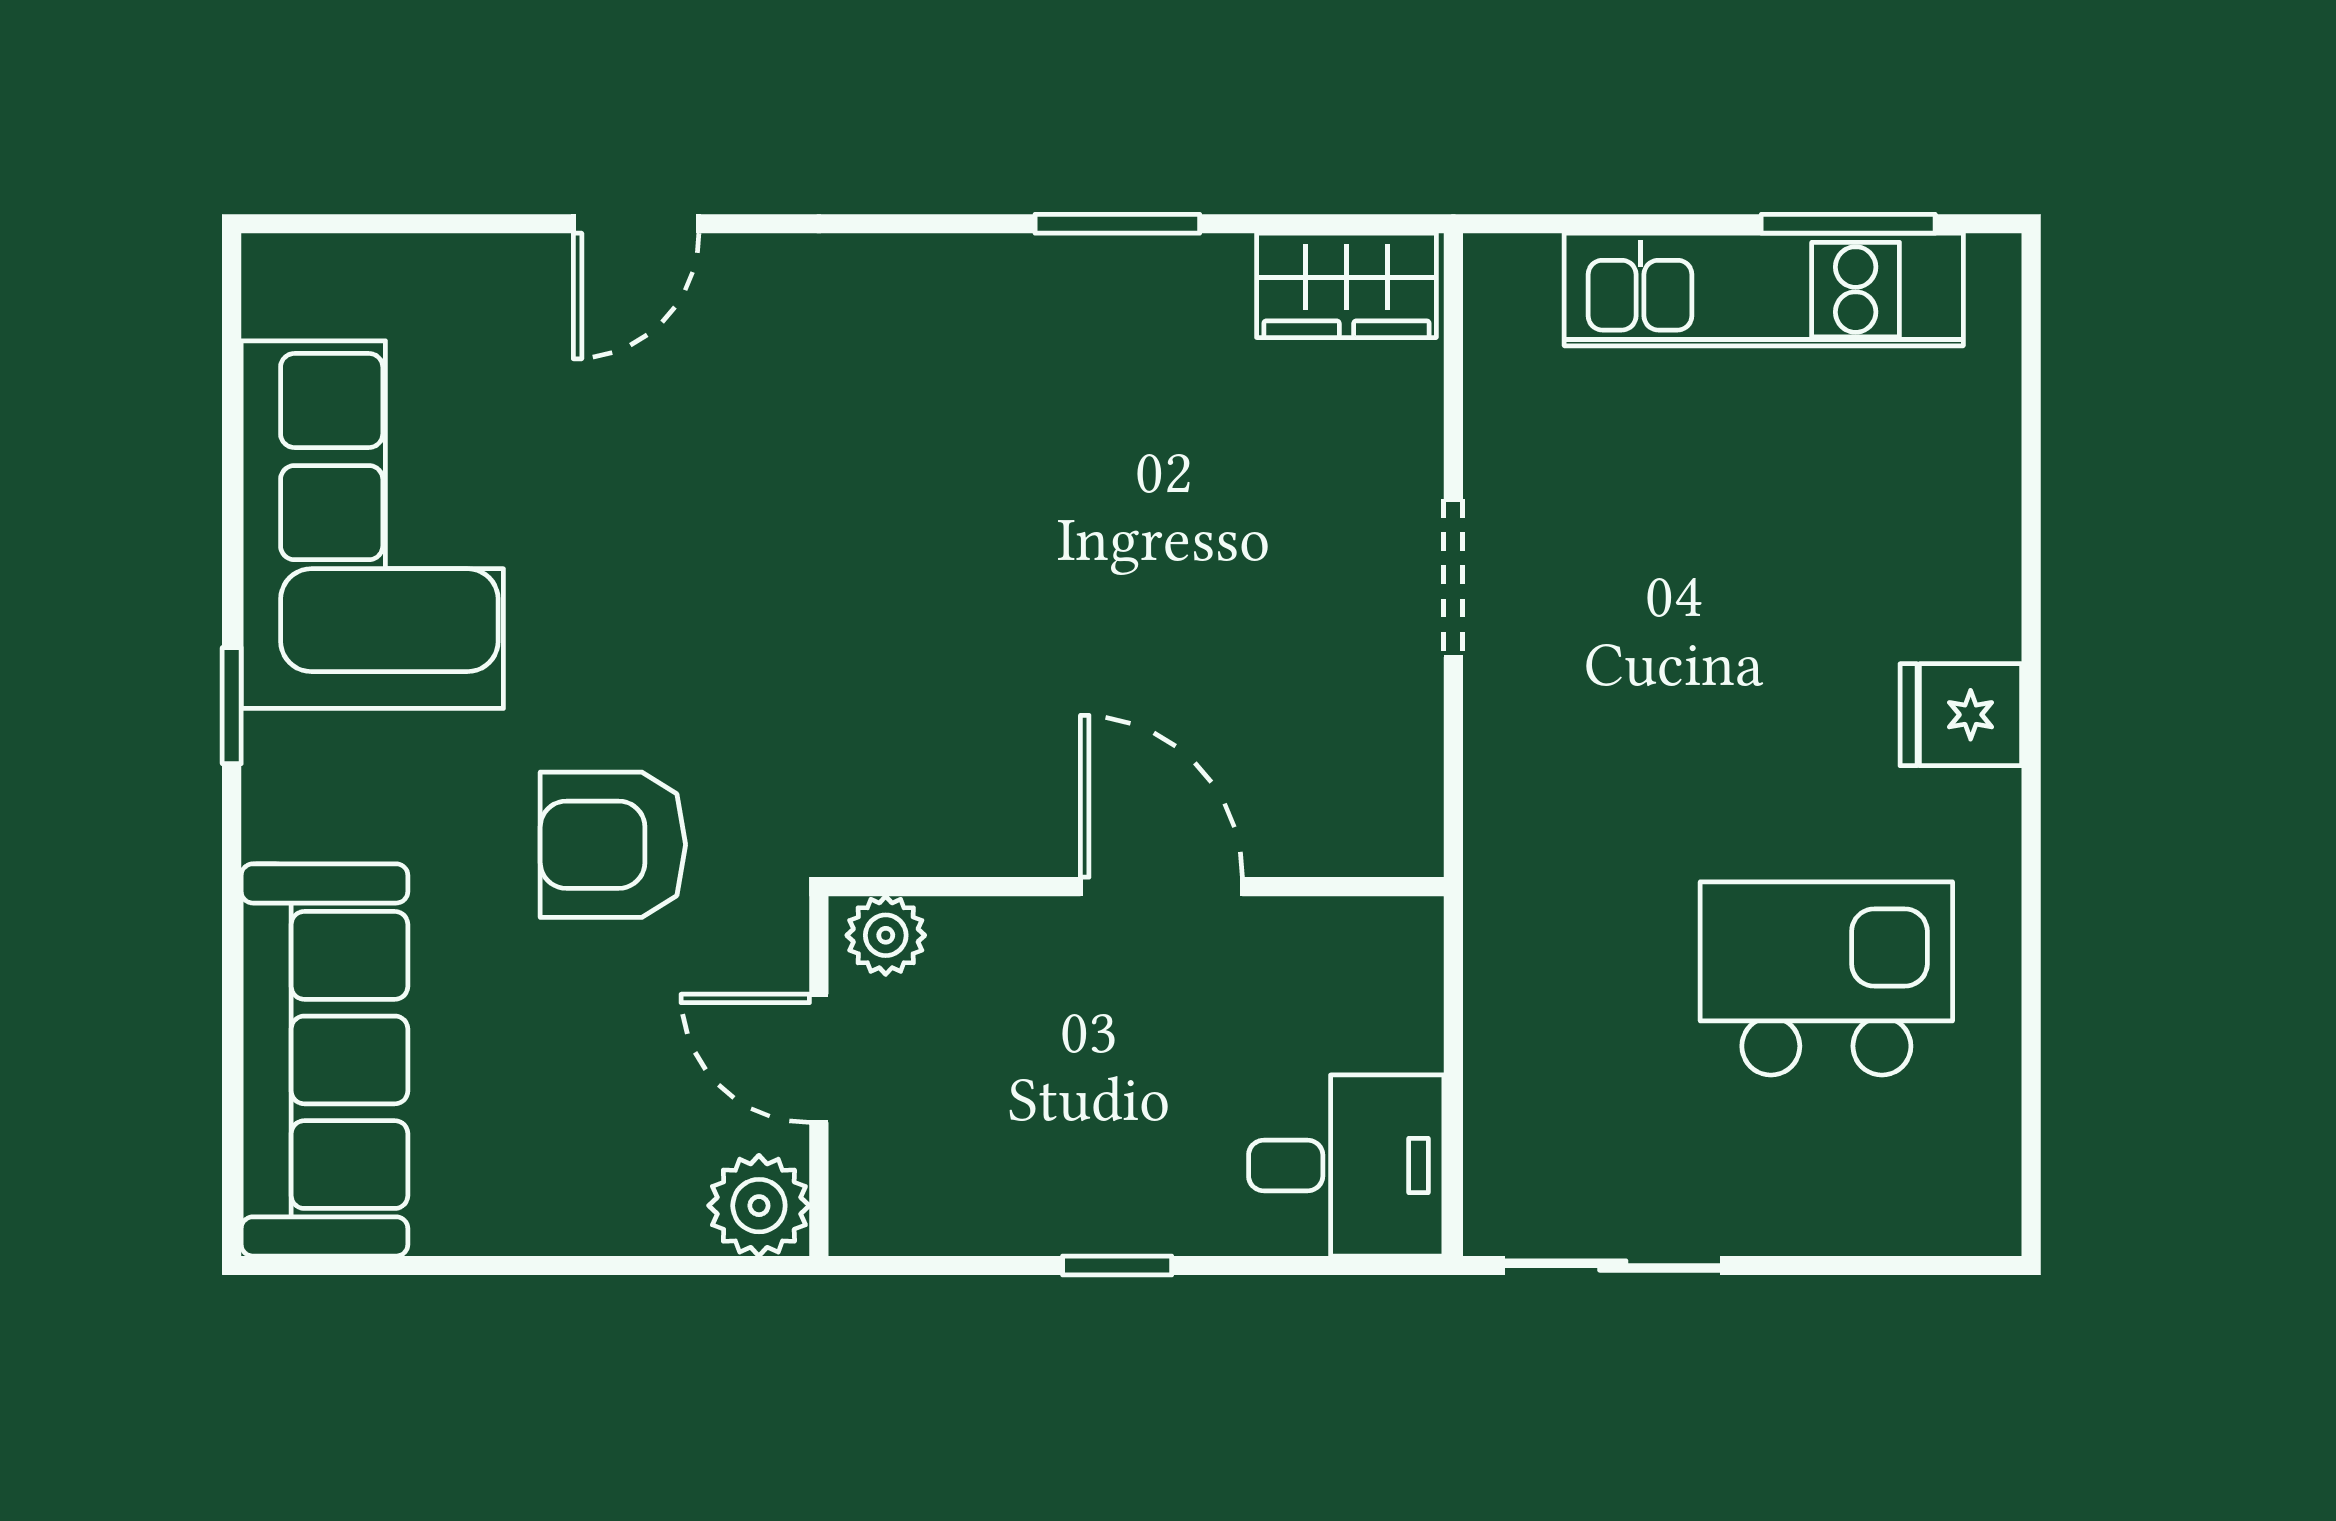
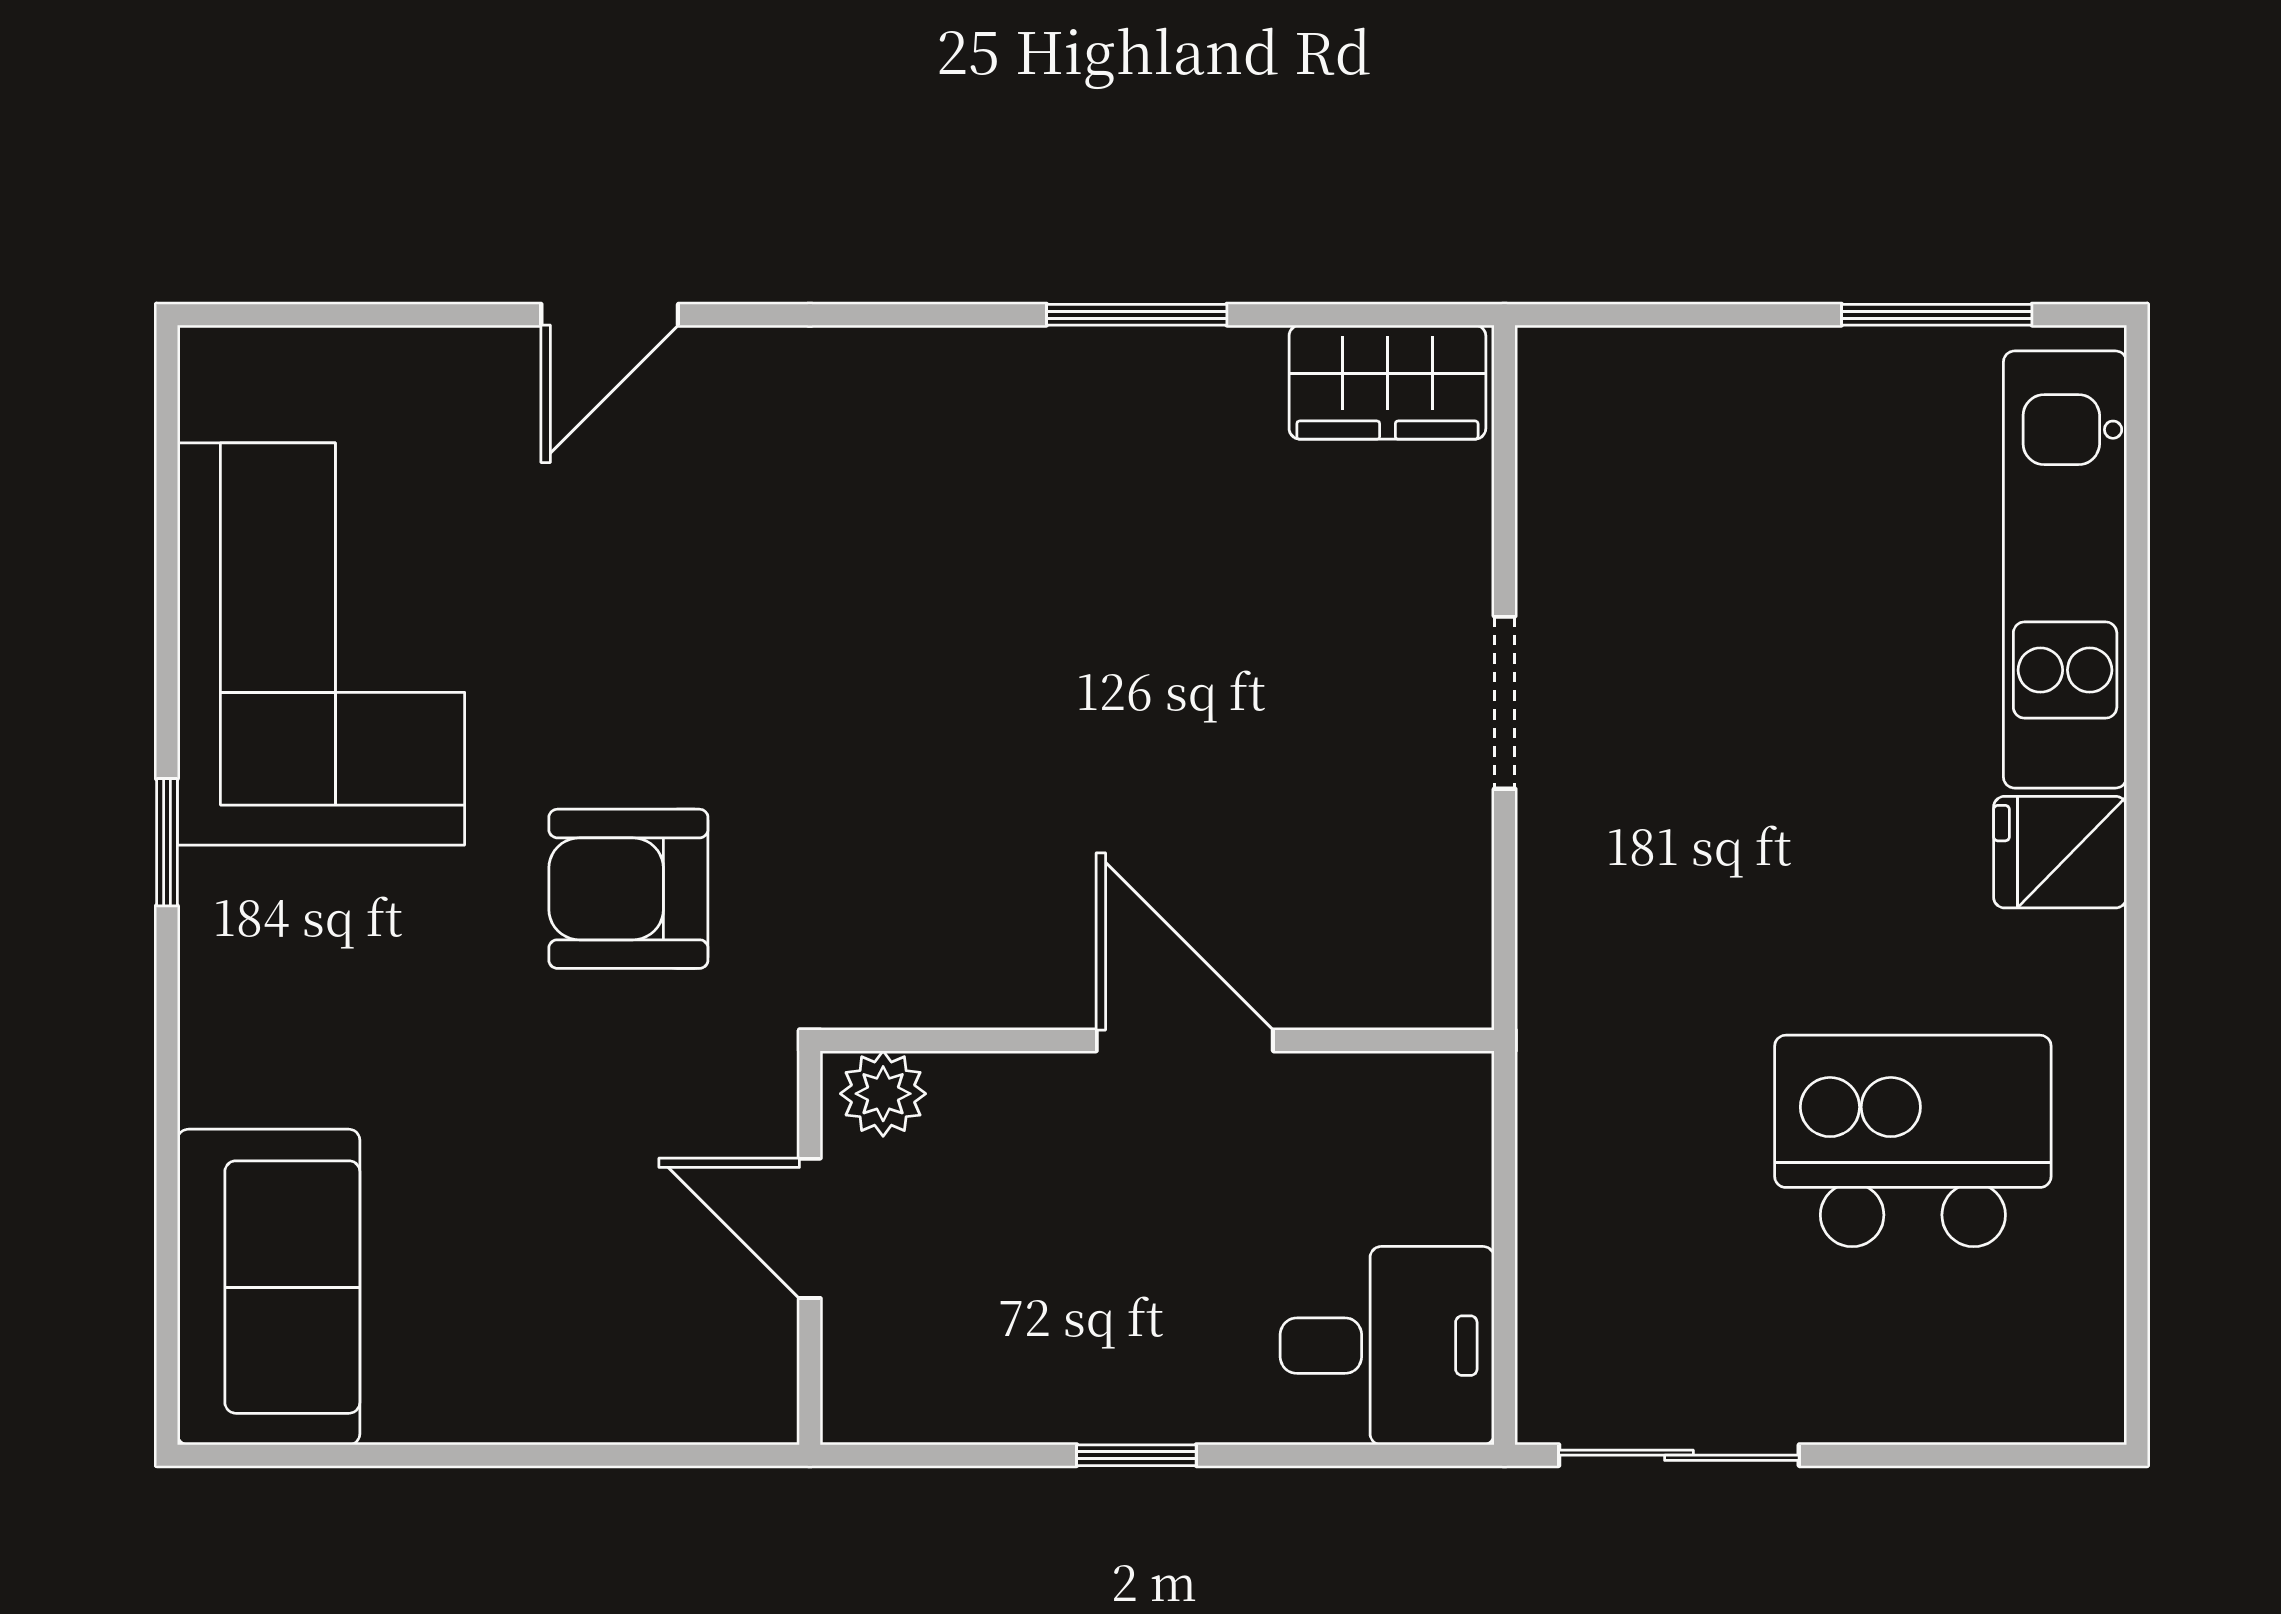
kitchen unit: (1764, 290) -> (2065, 569), moved, turned 90
armchair: (613, 845) -> (628, 889), moved
sofa: (325, 1060) -> (269, 1287), width x0.73
plant: (759, 1206) -> (744, 1390), removed

